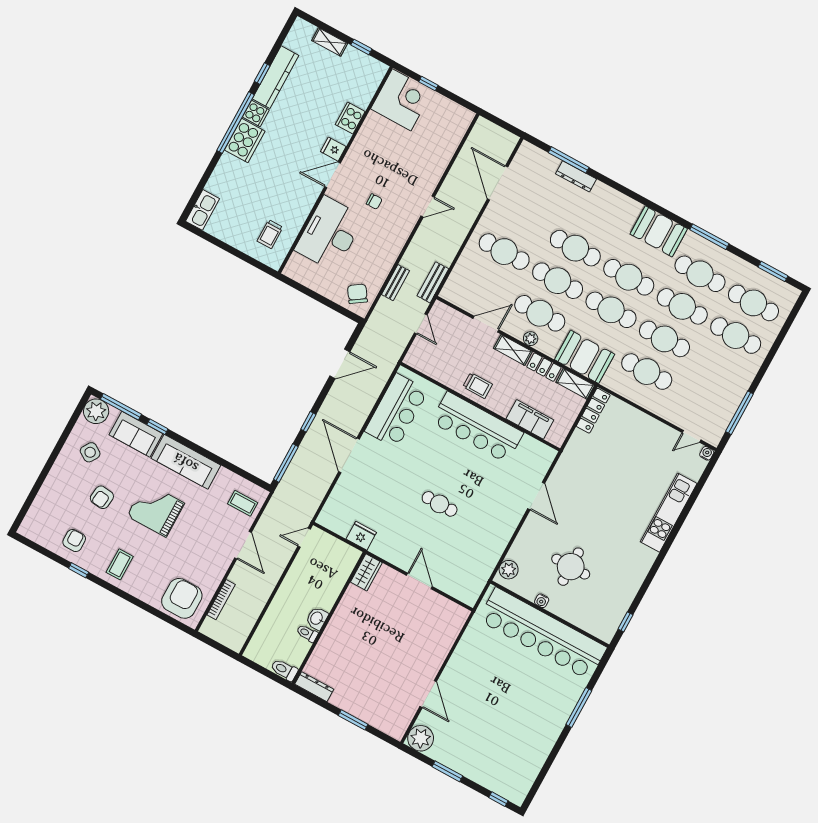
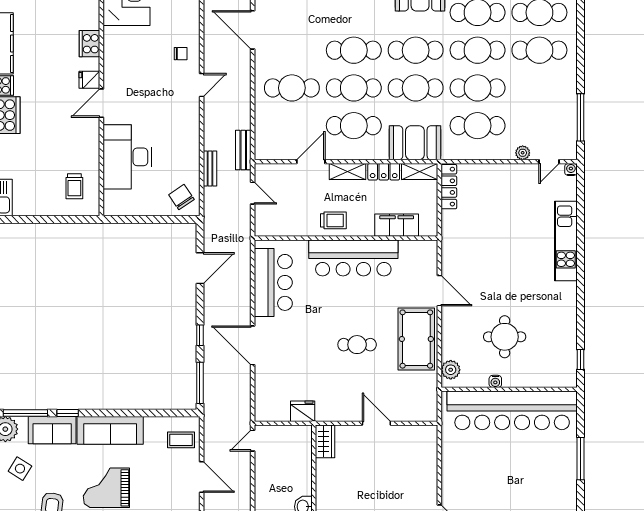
chair: (374, 202) -> (181, 54), moved
plant: (531, 339) -> (523, 153), moved
pool table: (493, 527) -> (416, 339), added

